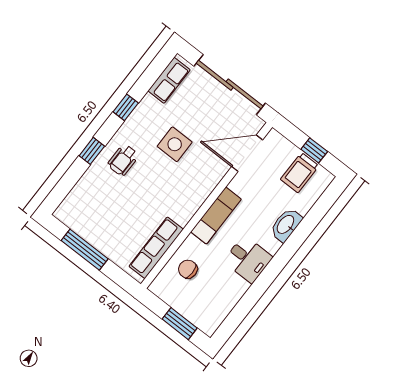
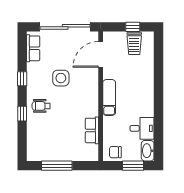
wheelchair: (123, 160) -> (41, 106), turned 90
washbasin: (286, 225) -> (148, 151), moved
row of seats: (156, 248) -> (92, 130), width x0.68
desk: (248, 259) -> (142, 128), moved
chair: (188, 269) -> (115, 152), moved

